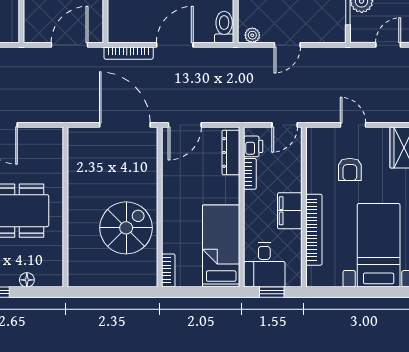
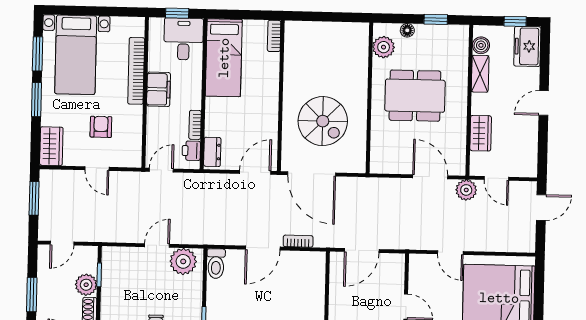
plant: (252, 35) -> (183, 261), width x1.87, depth x1.87
bookcase: (129, 53) -> (298, 241), width x0.64
dresser: (231, 152) -> (212, 152), width x0.70
spiral stairs: (126, 228) -> (323, 121), moved, turned -90
plant: (52, 261) -> (384, 47), added

